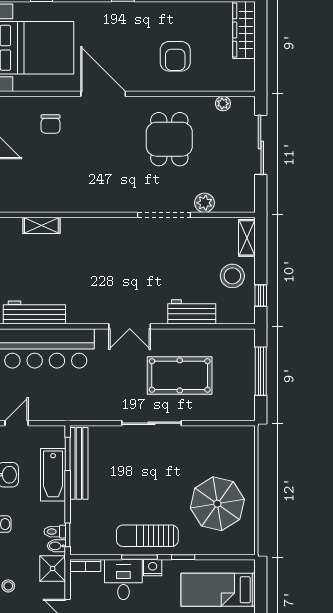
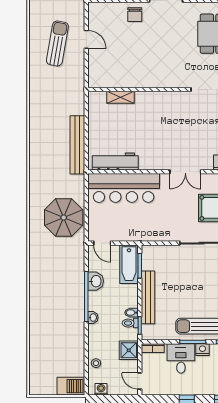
chair: (51, 124) -> (135, 15), moved
door: (17, 423) -> (102, 243), swing flipped
bench: (79, 463) -> (148, 297), moved
bathtub: (53, 475) -> (129, 264), moved
bidet: (56, 546) -> (131, 313), moved

